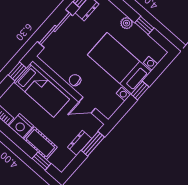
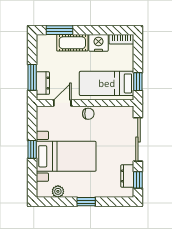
plant: (127, 23) -> (58, 191), moved
window: (144, 25) -> (86, 202), moved
dresser: (80, 143) -> (43, 83), moved
window: (42, 161) -> (59, 30), width x1.50

